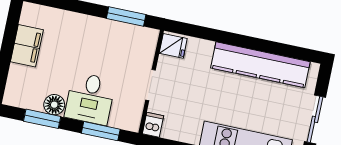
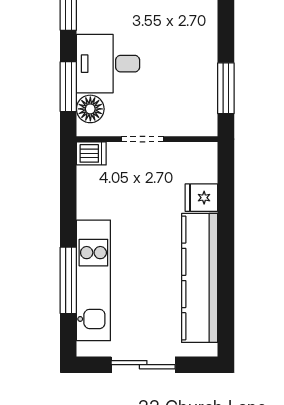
fridge: (173, 46) -> (201, 198), moved, turned 90
floor lamp: (54, 105) -> (90, 109), moved

